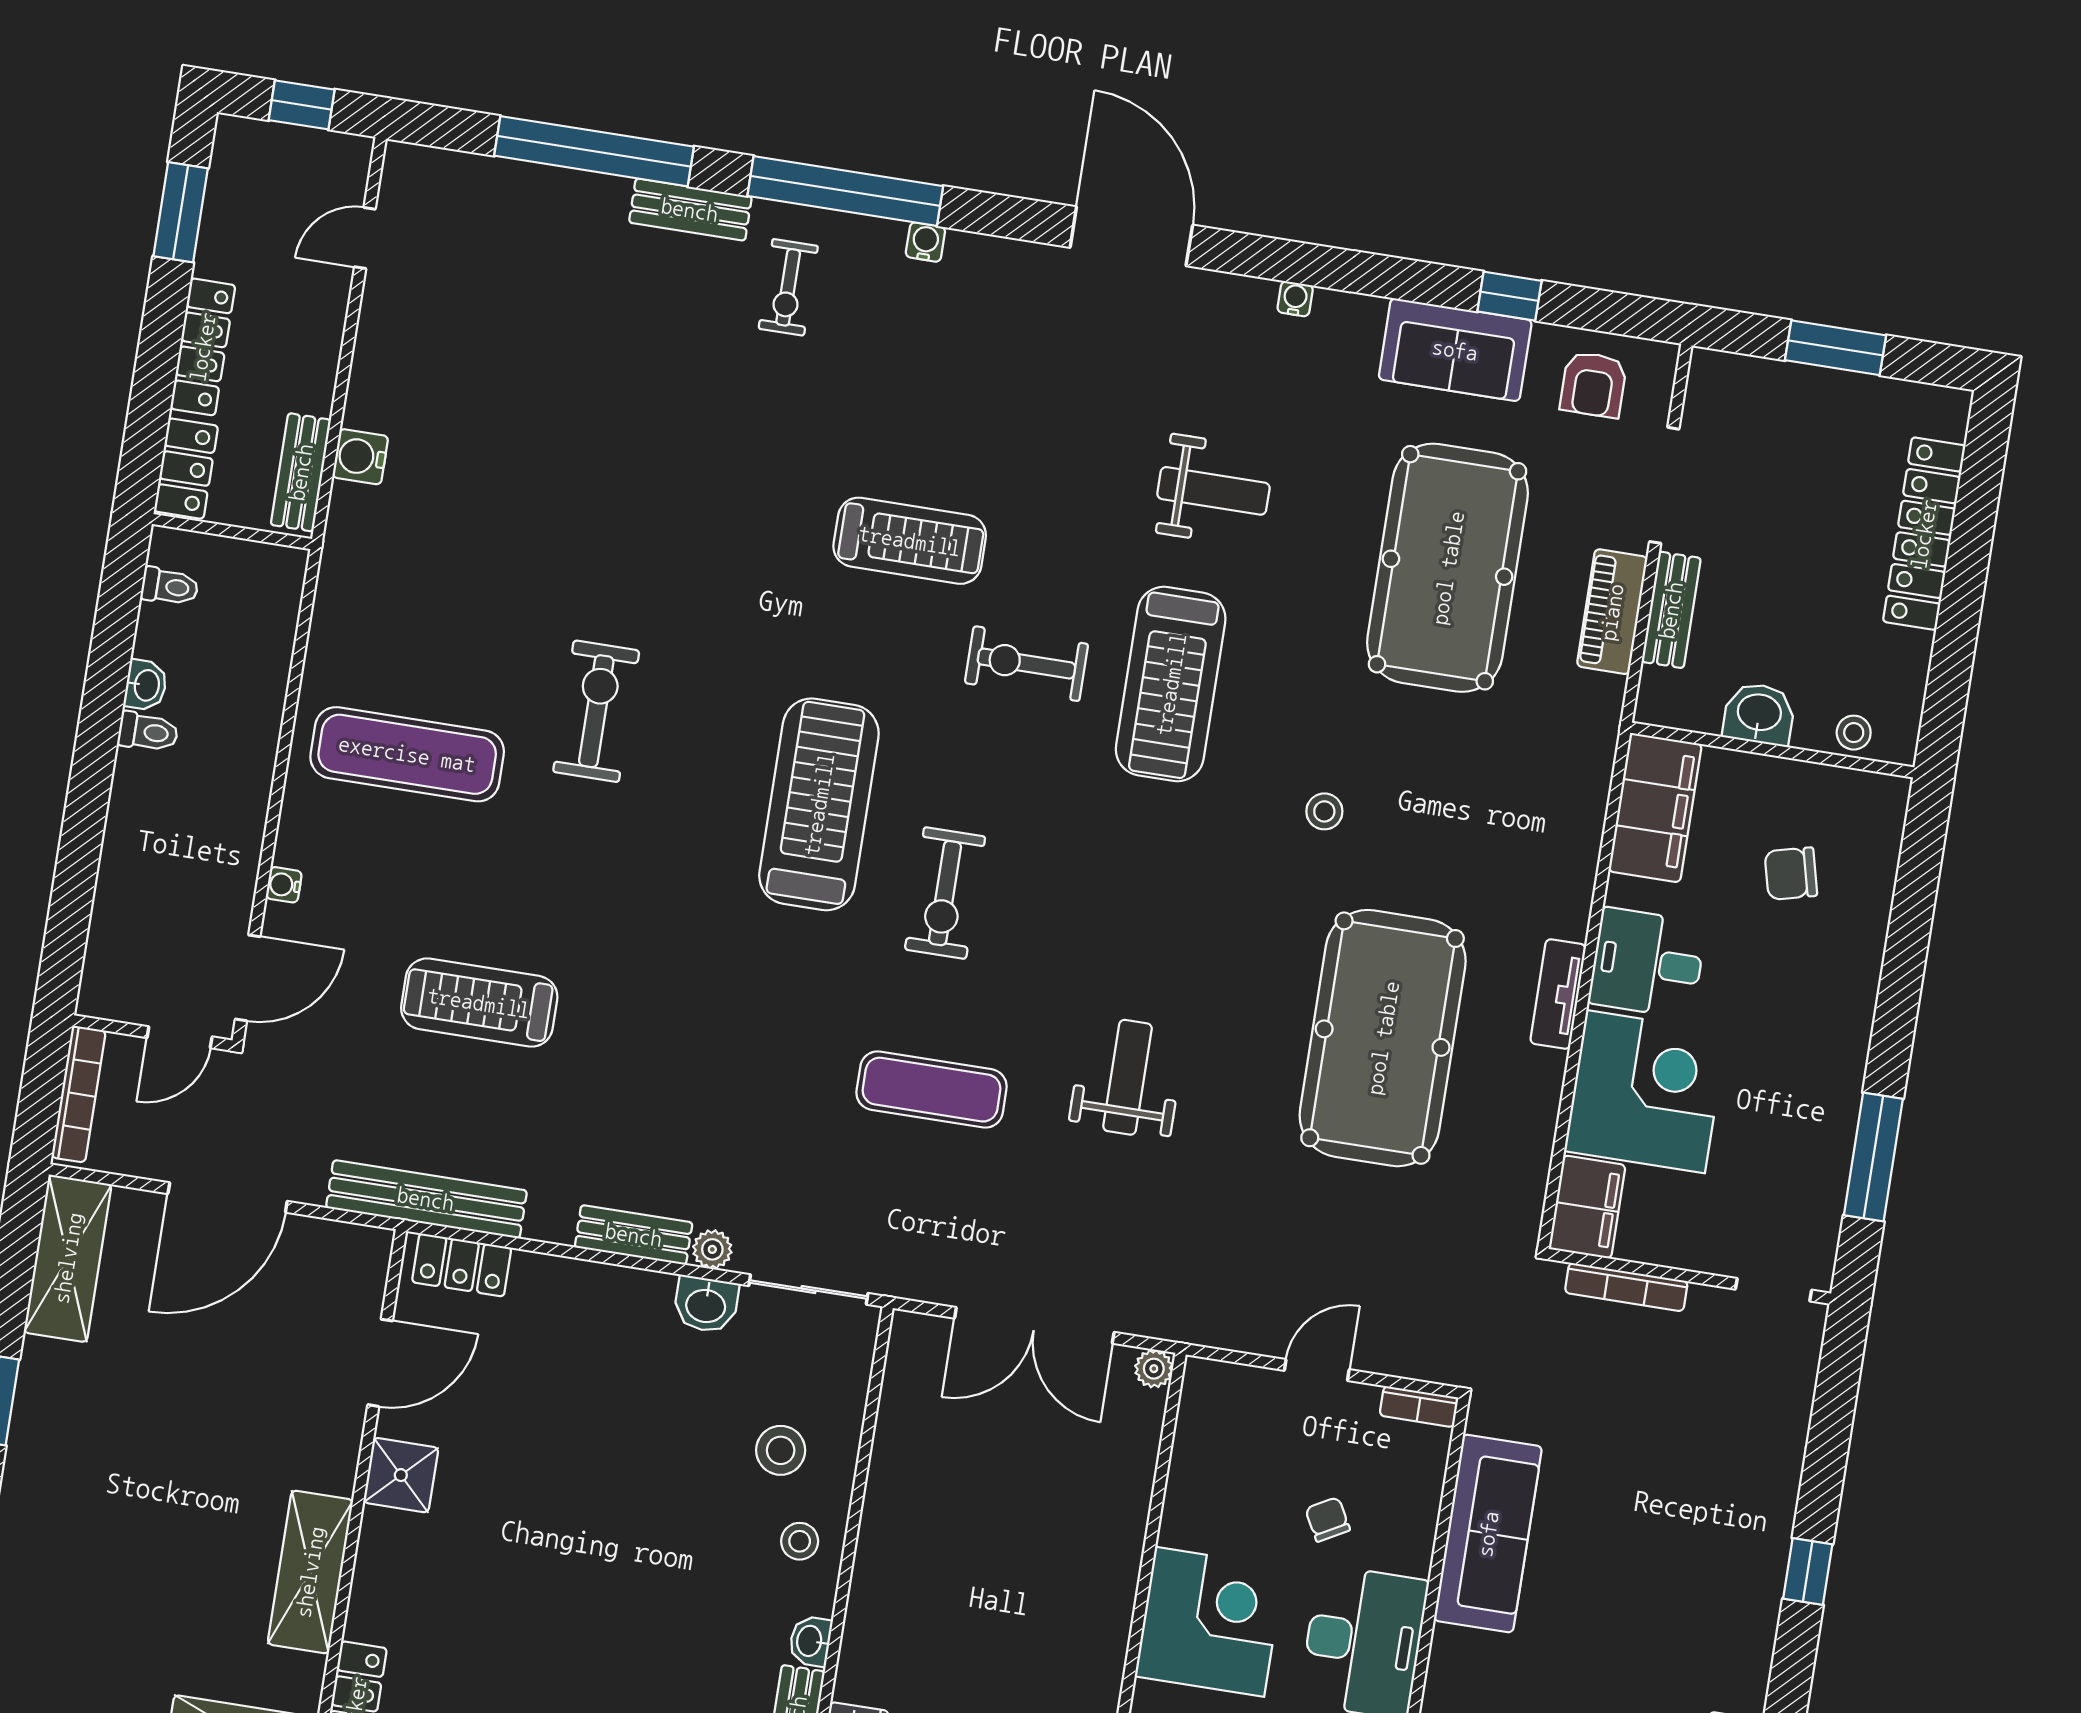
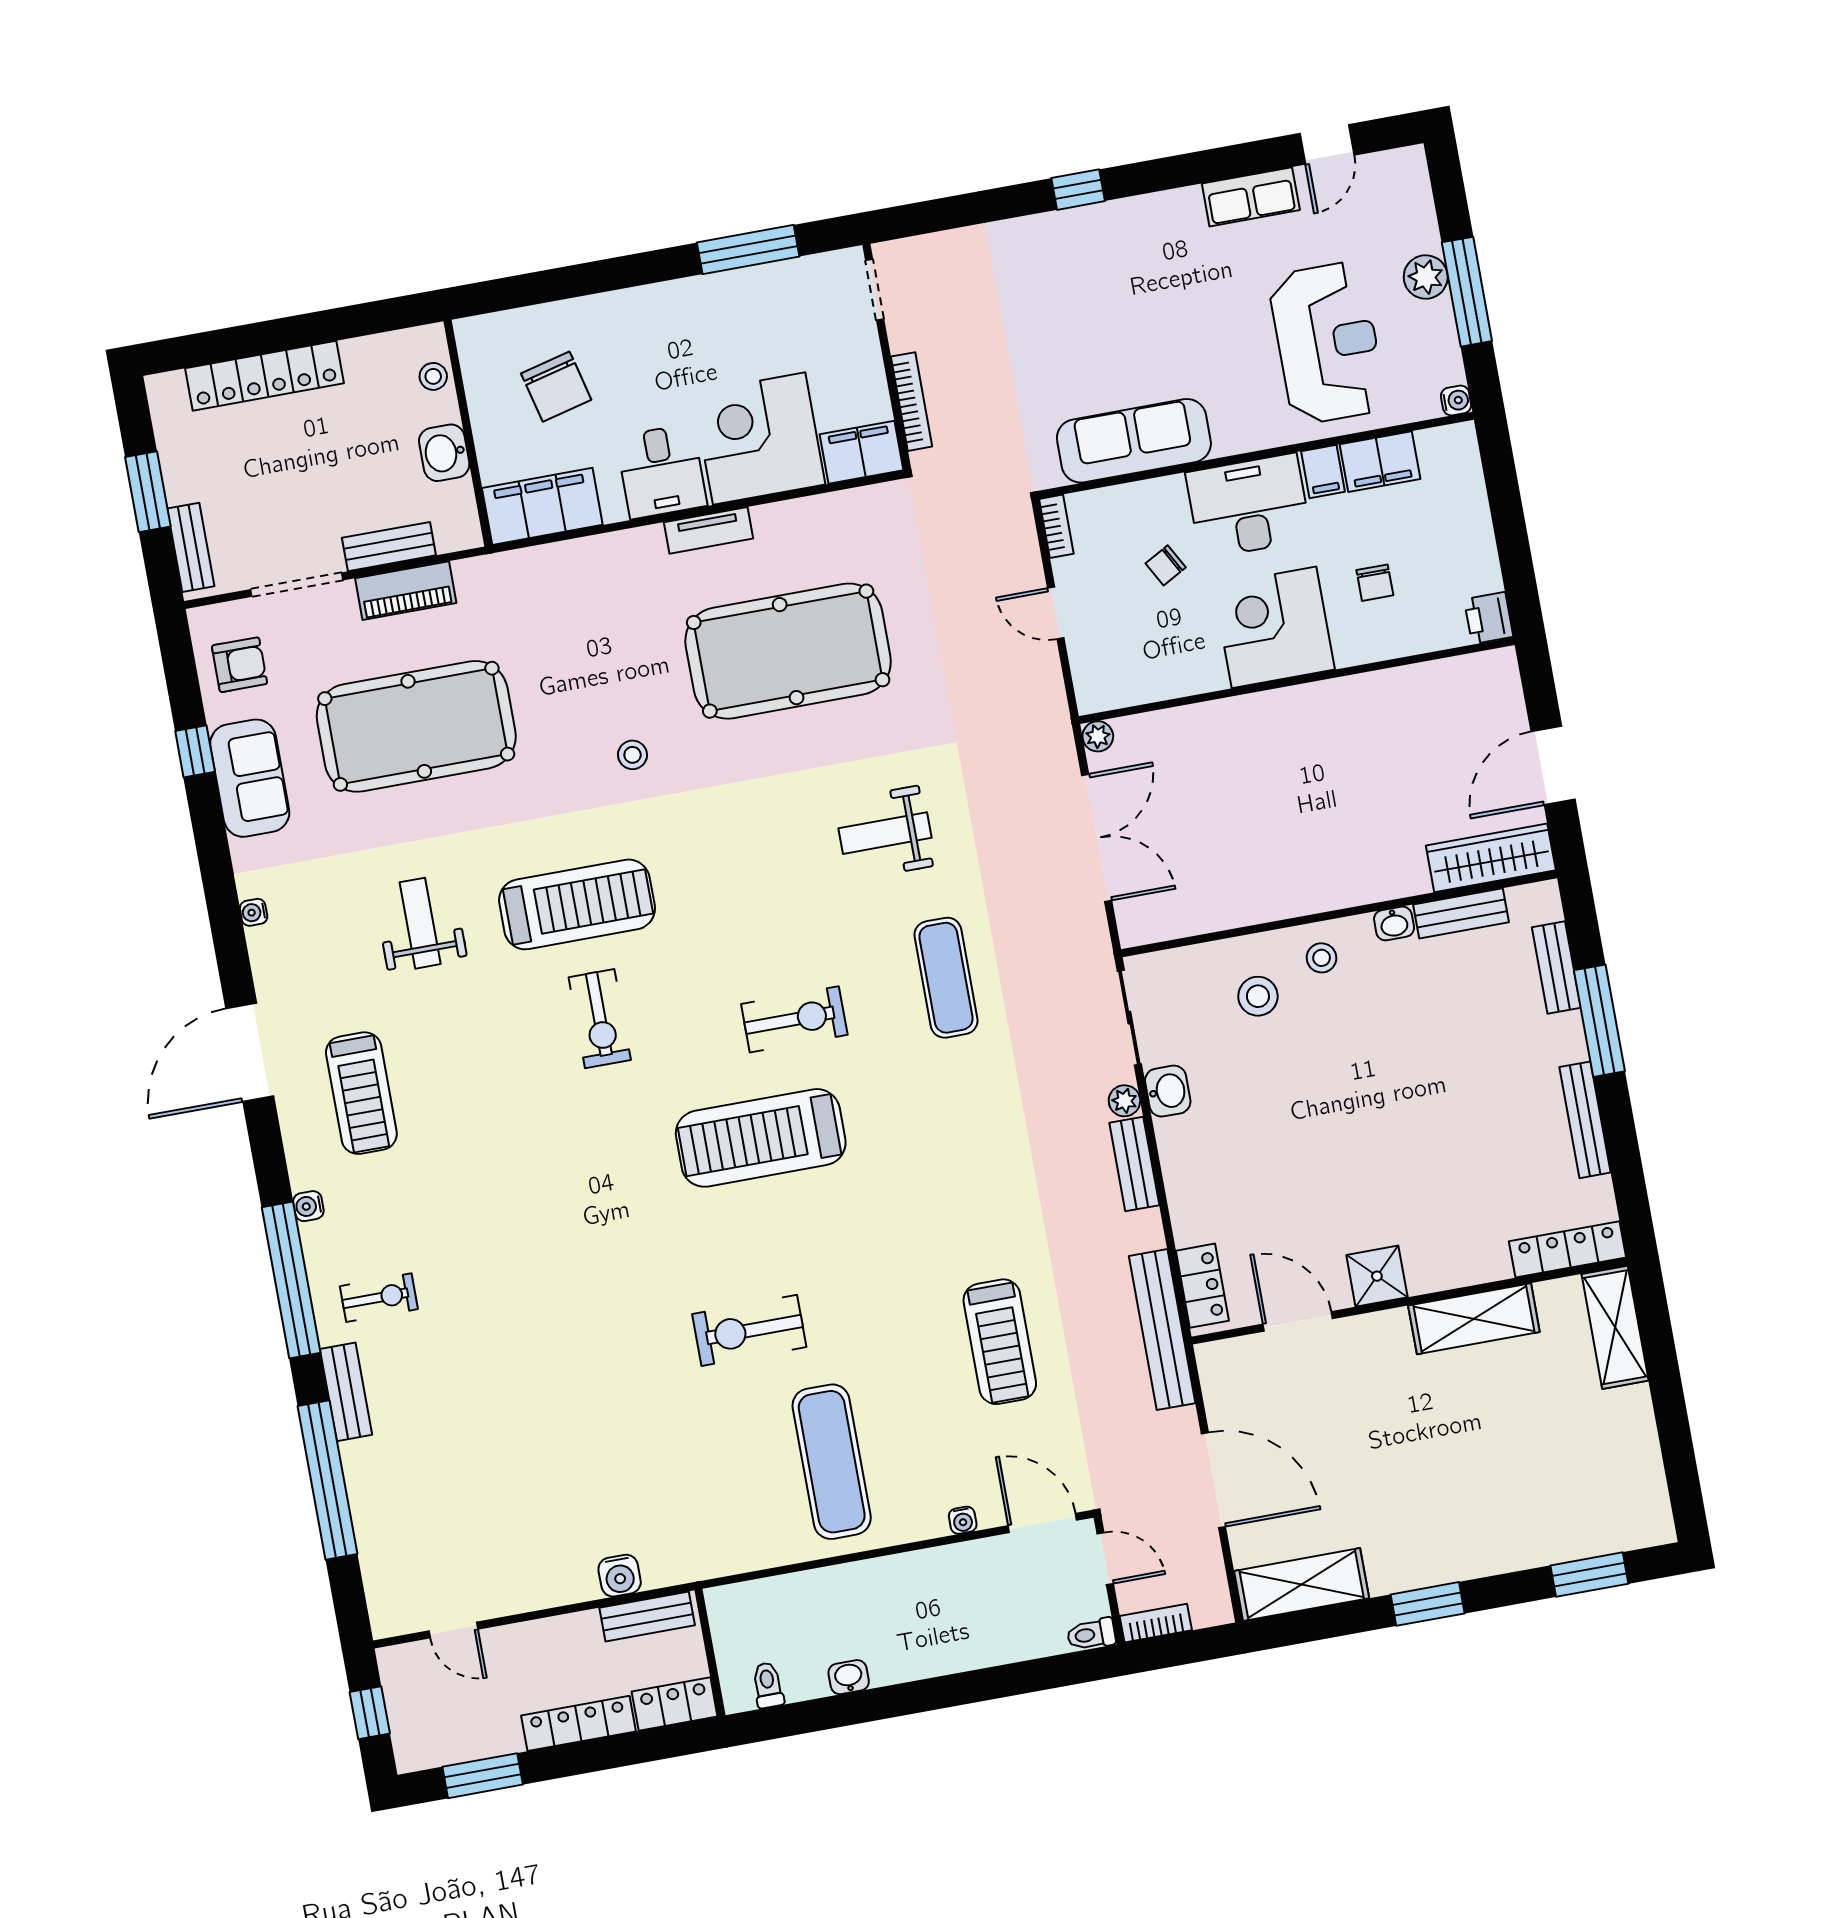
bench: (1752, 376) -> (191, 547), added
treadmill: (910, 541) -> (361, 1093), moved, turned 180
toilet: (148, 732) -> (1091, 1634), moved, turned -90
chair: (1791, 874) -> (556, 387), width x1.37, depth x1.37
bookcase: (79, 1094) -> (1156, 1623), width x0.64

